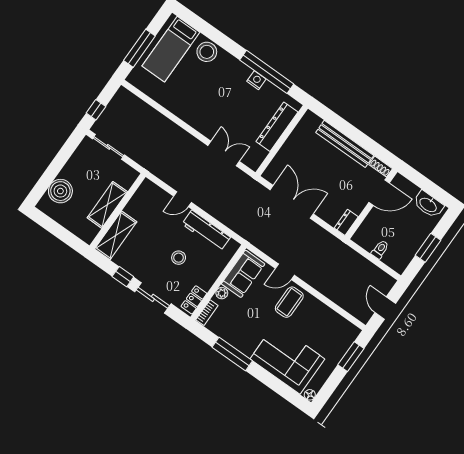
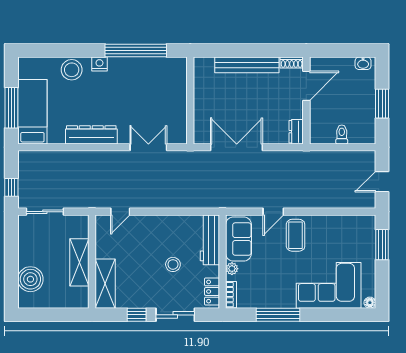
bed: (171, 49) -> (32, 112), moved, turned 180
nightstand: (256, 80) -> (99, 64), moved
dresser: (277, 127) -> (91, 135), moved, turned 90
door: (183, 199) -> (120, 212), moved
washbasin: (428, 205) -> (363, 63), width x0.52, depth x0.69
workbench: (206, 231) -> (210, 240), moved, turned 90
door: (385, 308) -> (382, 182), hinge flipped

